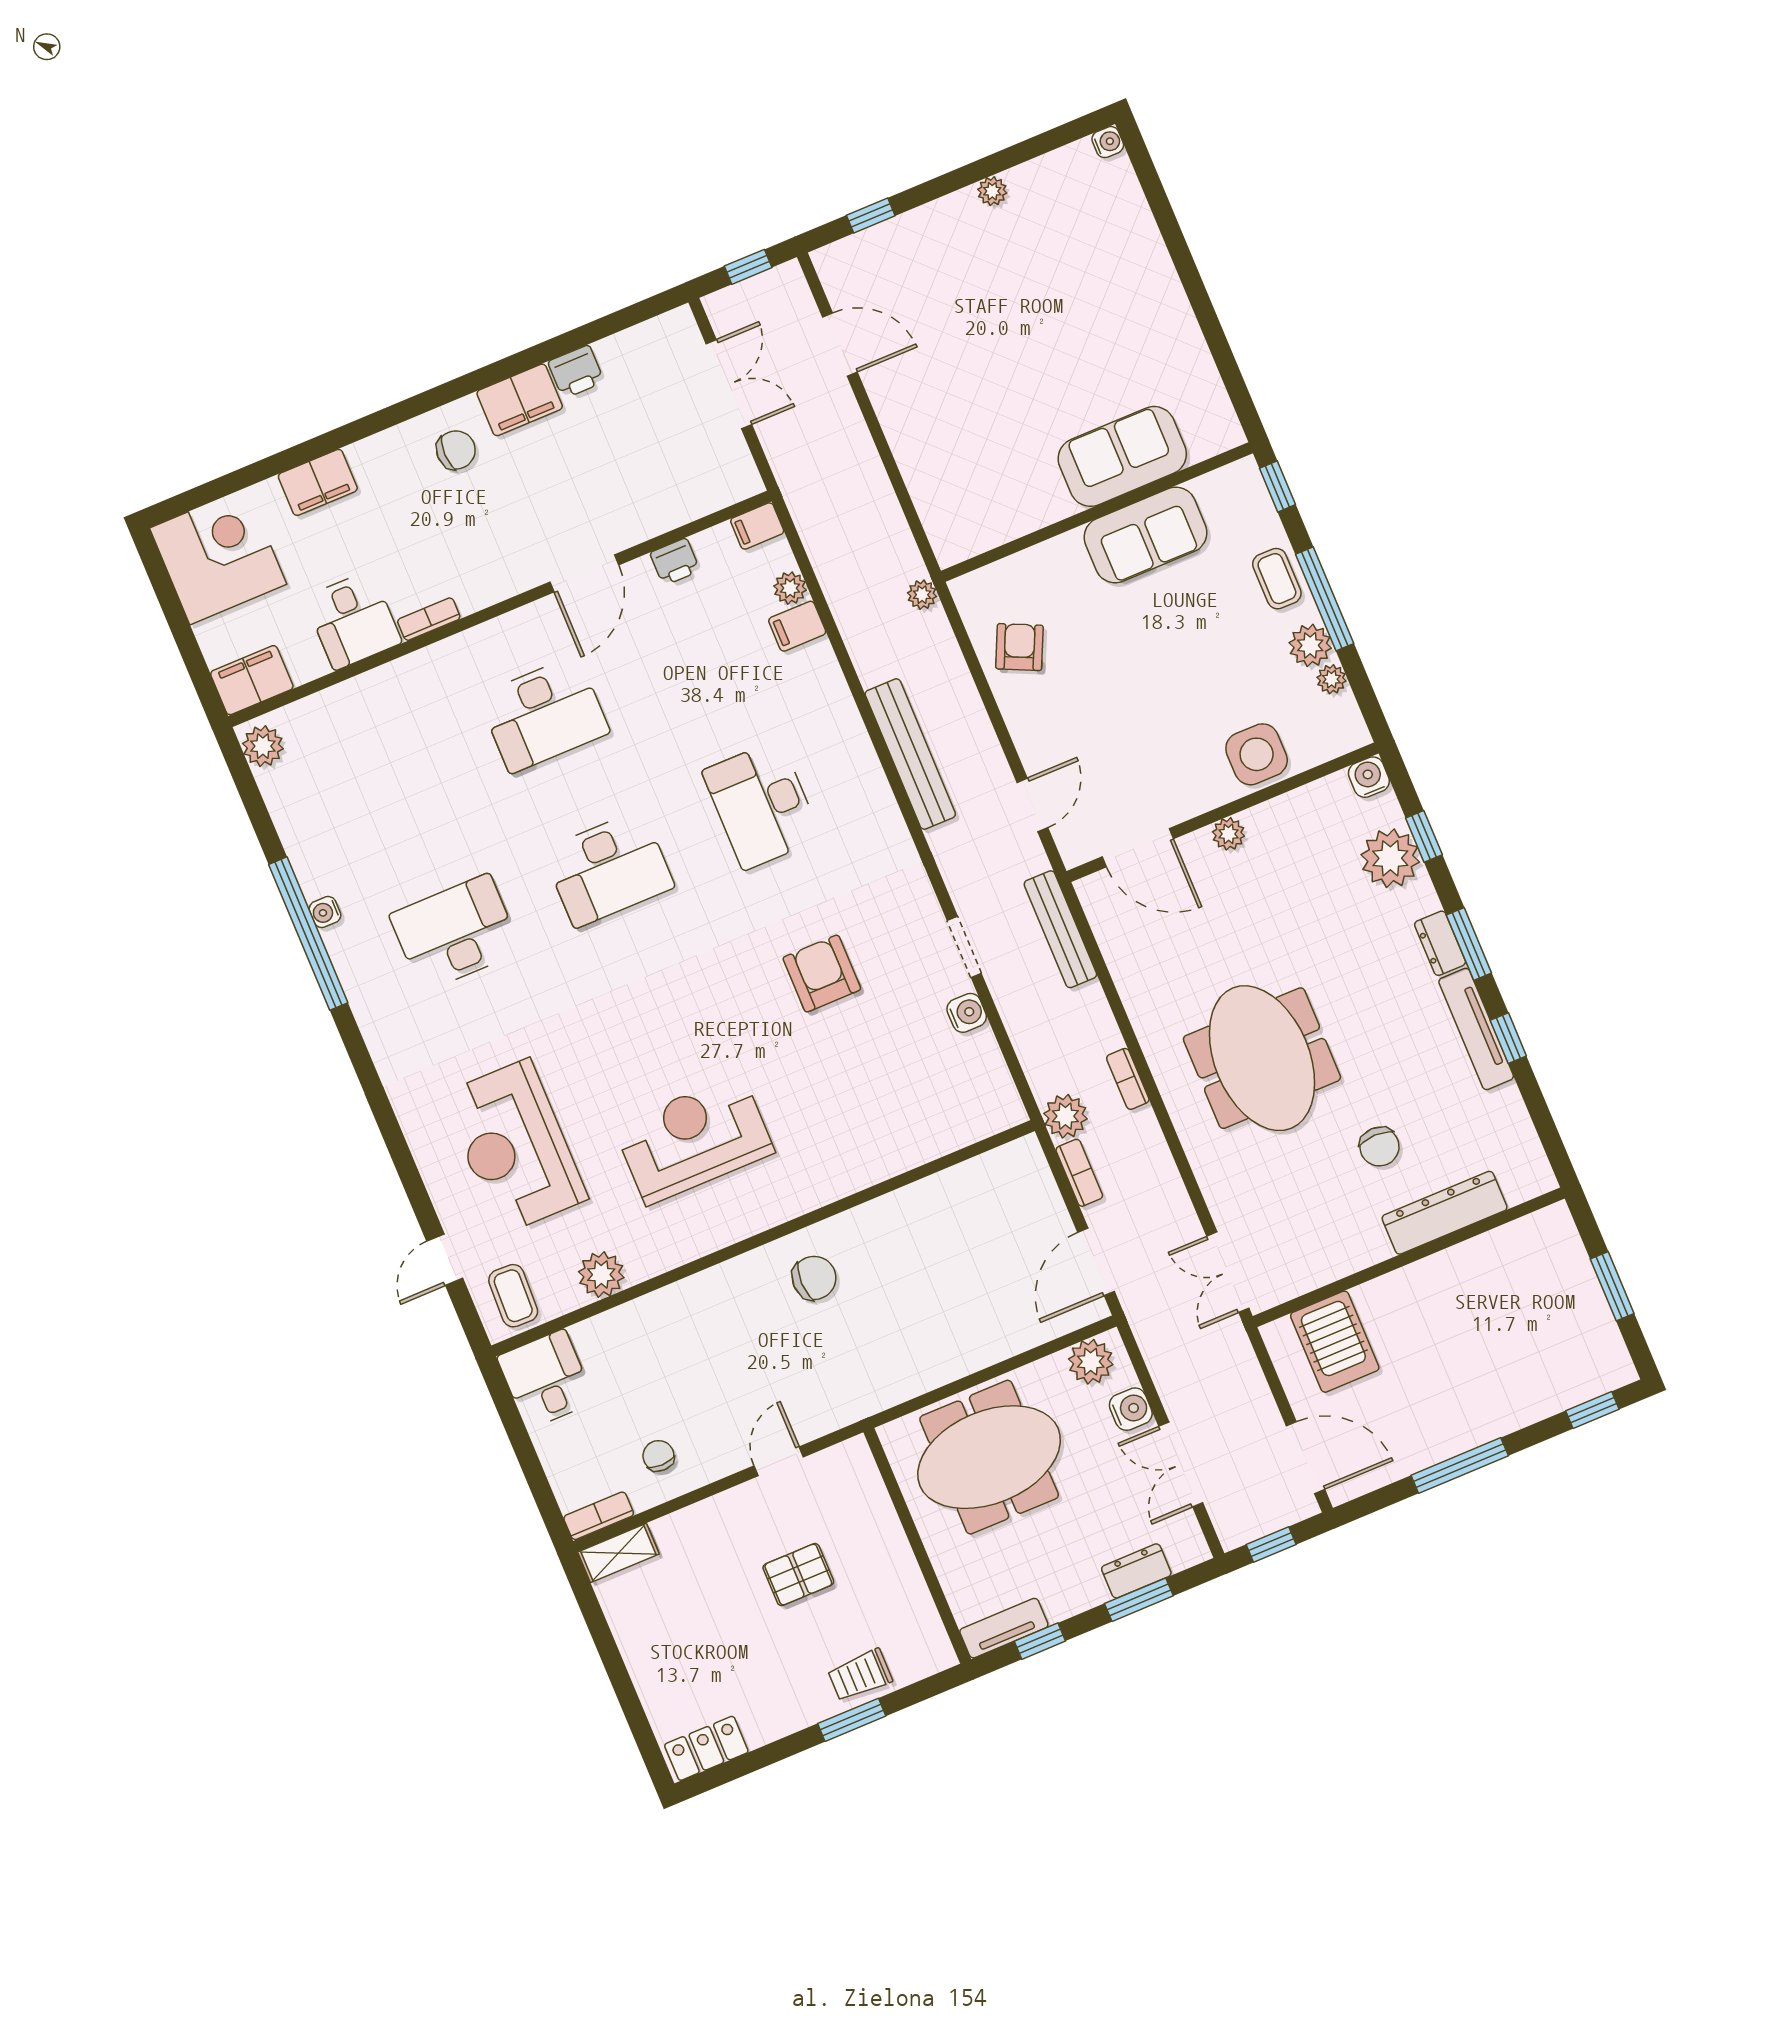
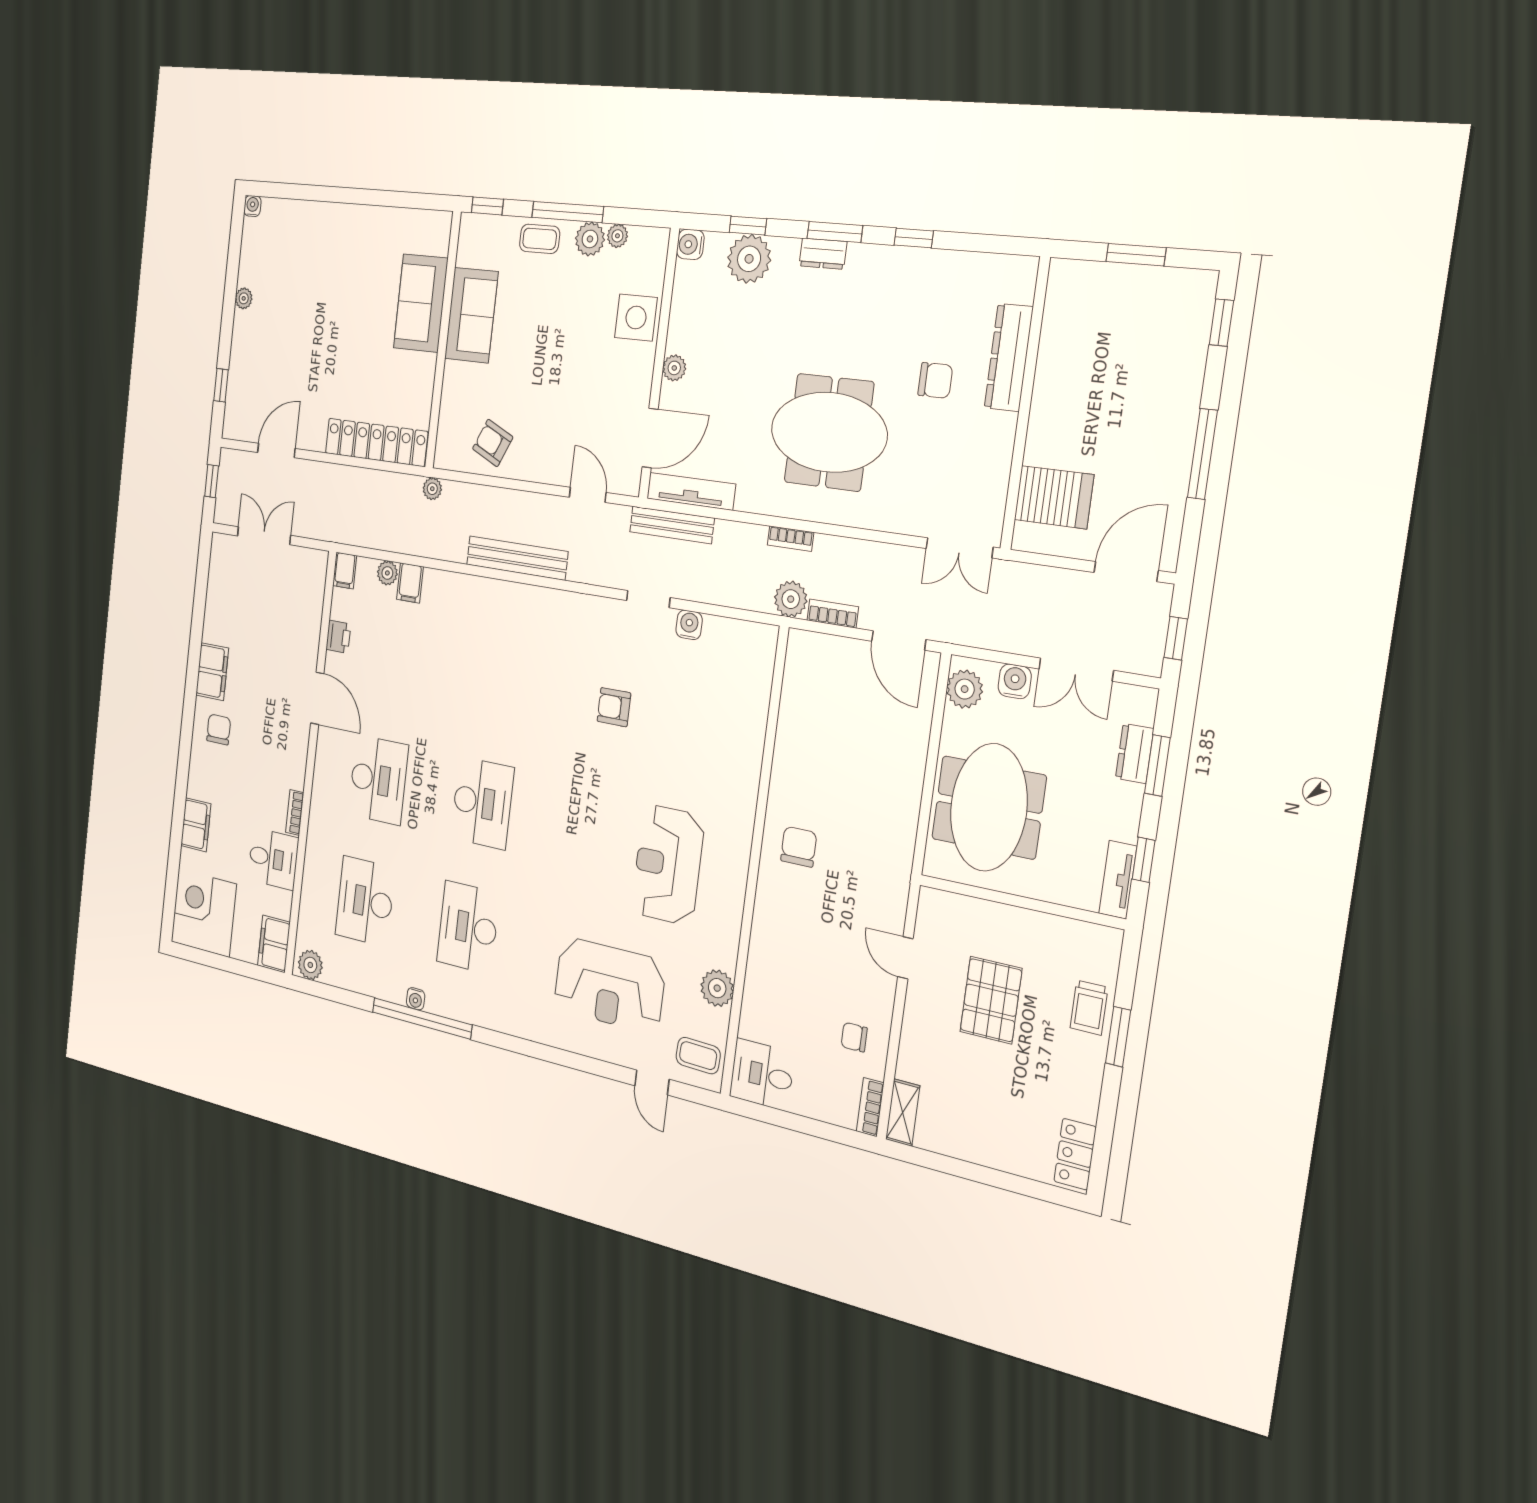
printer: (576, 372) -> (214, 626), removed
locker: (931, 485) -> (376, 442), added
desk: (762, 805) -> (365, 901), moved, turned 90
armchair: (822, 974) -> (614, 707), width x0.72, depth x0.72
tv unit: (1476, 1029) -> (691, 491), moved, turned 180
pallet: (798, 1575) -> (991, 1000), width x1.50, depth x1.42

